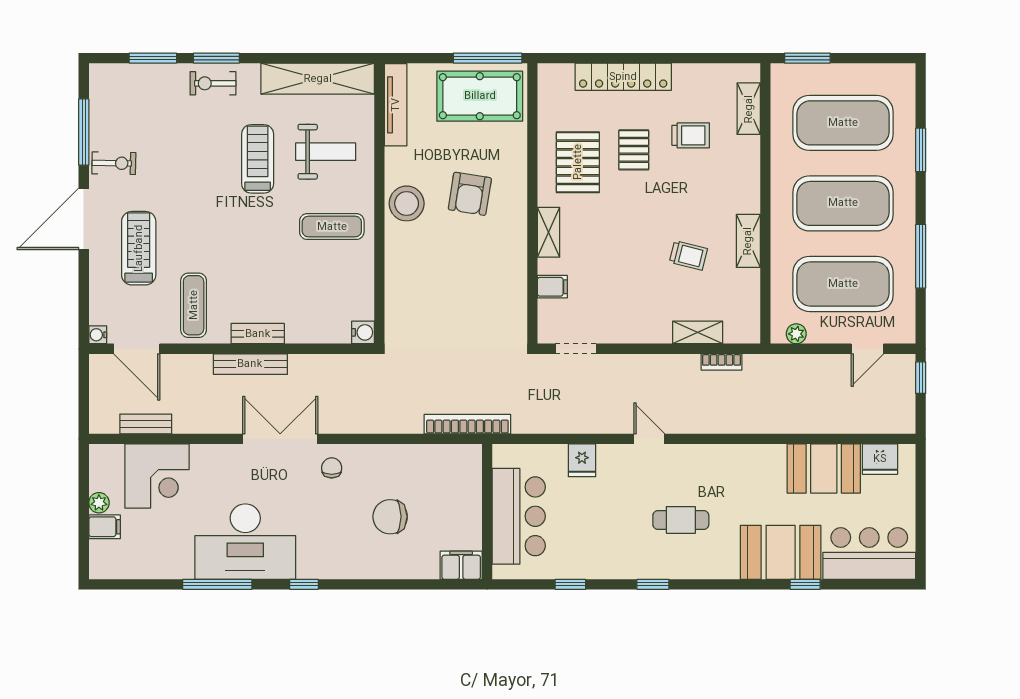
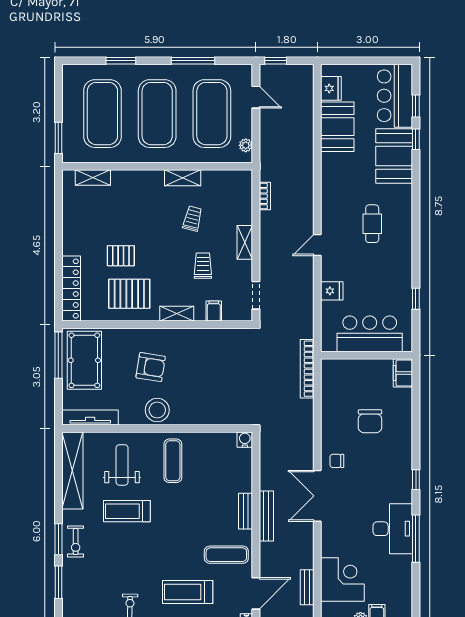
locker: (623, 77) -> (71, 289), moved
trolley: (691, 135) -> (203, 266), moved
shelving: (698, 332) -> (245, 242), moved
desk: (245, 542) -> (393, 529), width x0.73, depth x0.77
window: (653, 584) -> (416, 106), moved

